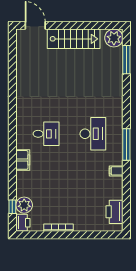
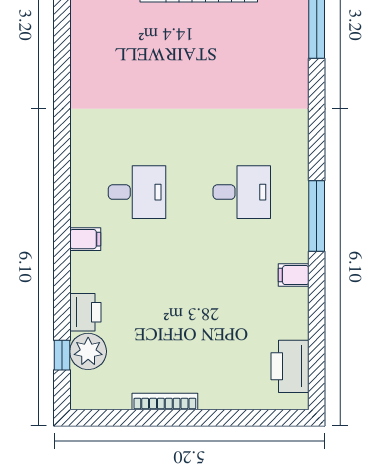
desk: (93, 134) -> (242, 192), width x0.73
filing cabinet: (23, 160) -> (85, 239), width x0.50
printer: (23, 223) -> (85, 312), moved

